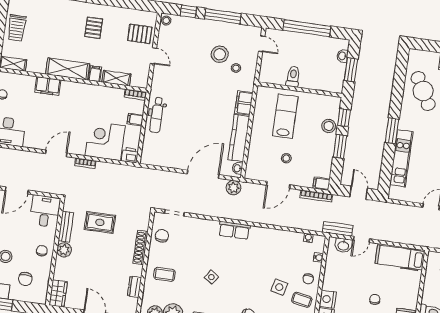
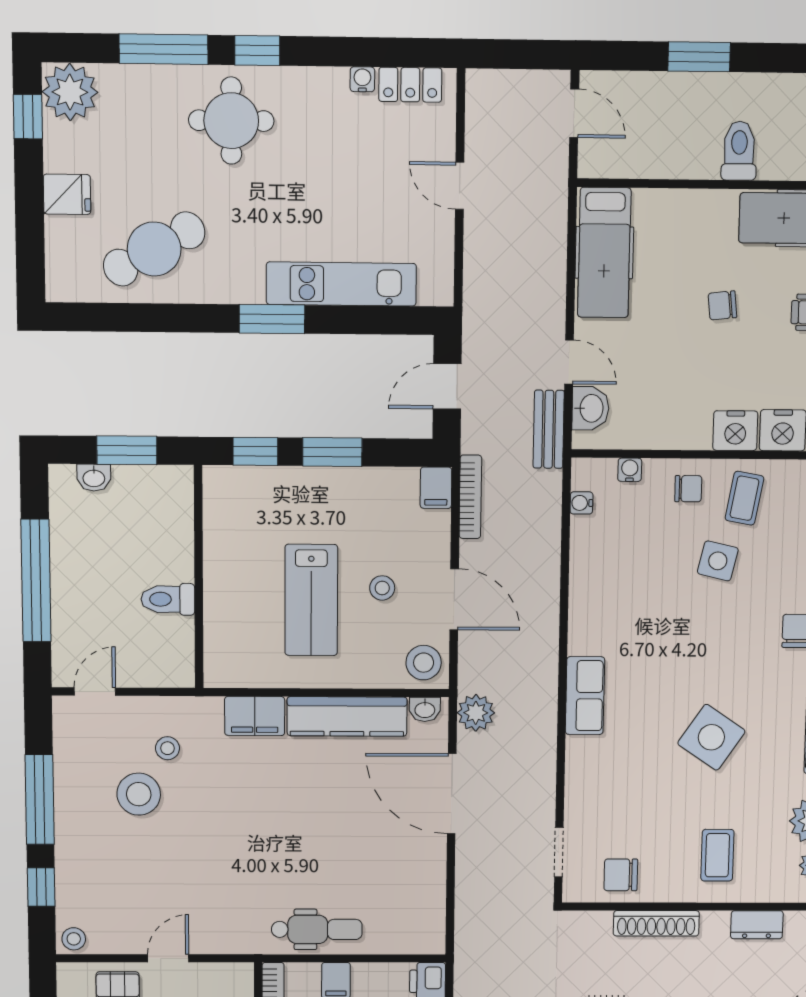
lab bench: (285, 116) -> (311, 600), moved, turned -90
stool: (329, 126) -> (424, 663), moved
side table: (211, 277) -> (711, 737), width x1.87, depth x1.87

